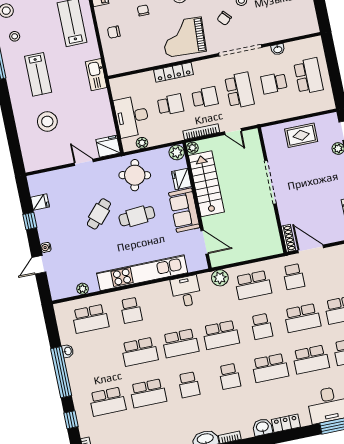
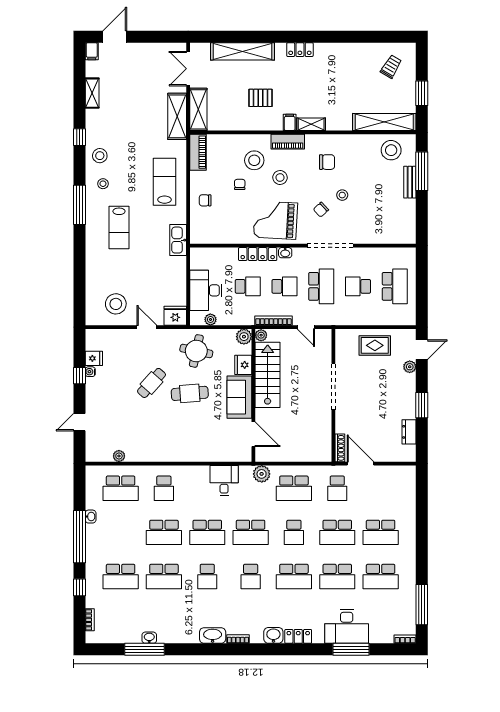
washbasin: (278, 49) -> (285, 253), moved
stool: (47, 121) -> (116, 304), moved
water cooler: (46, 247) -> (90, 372), moved
kitchen unit: (142, 273) -> (183, 452), removed

